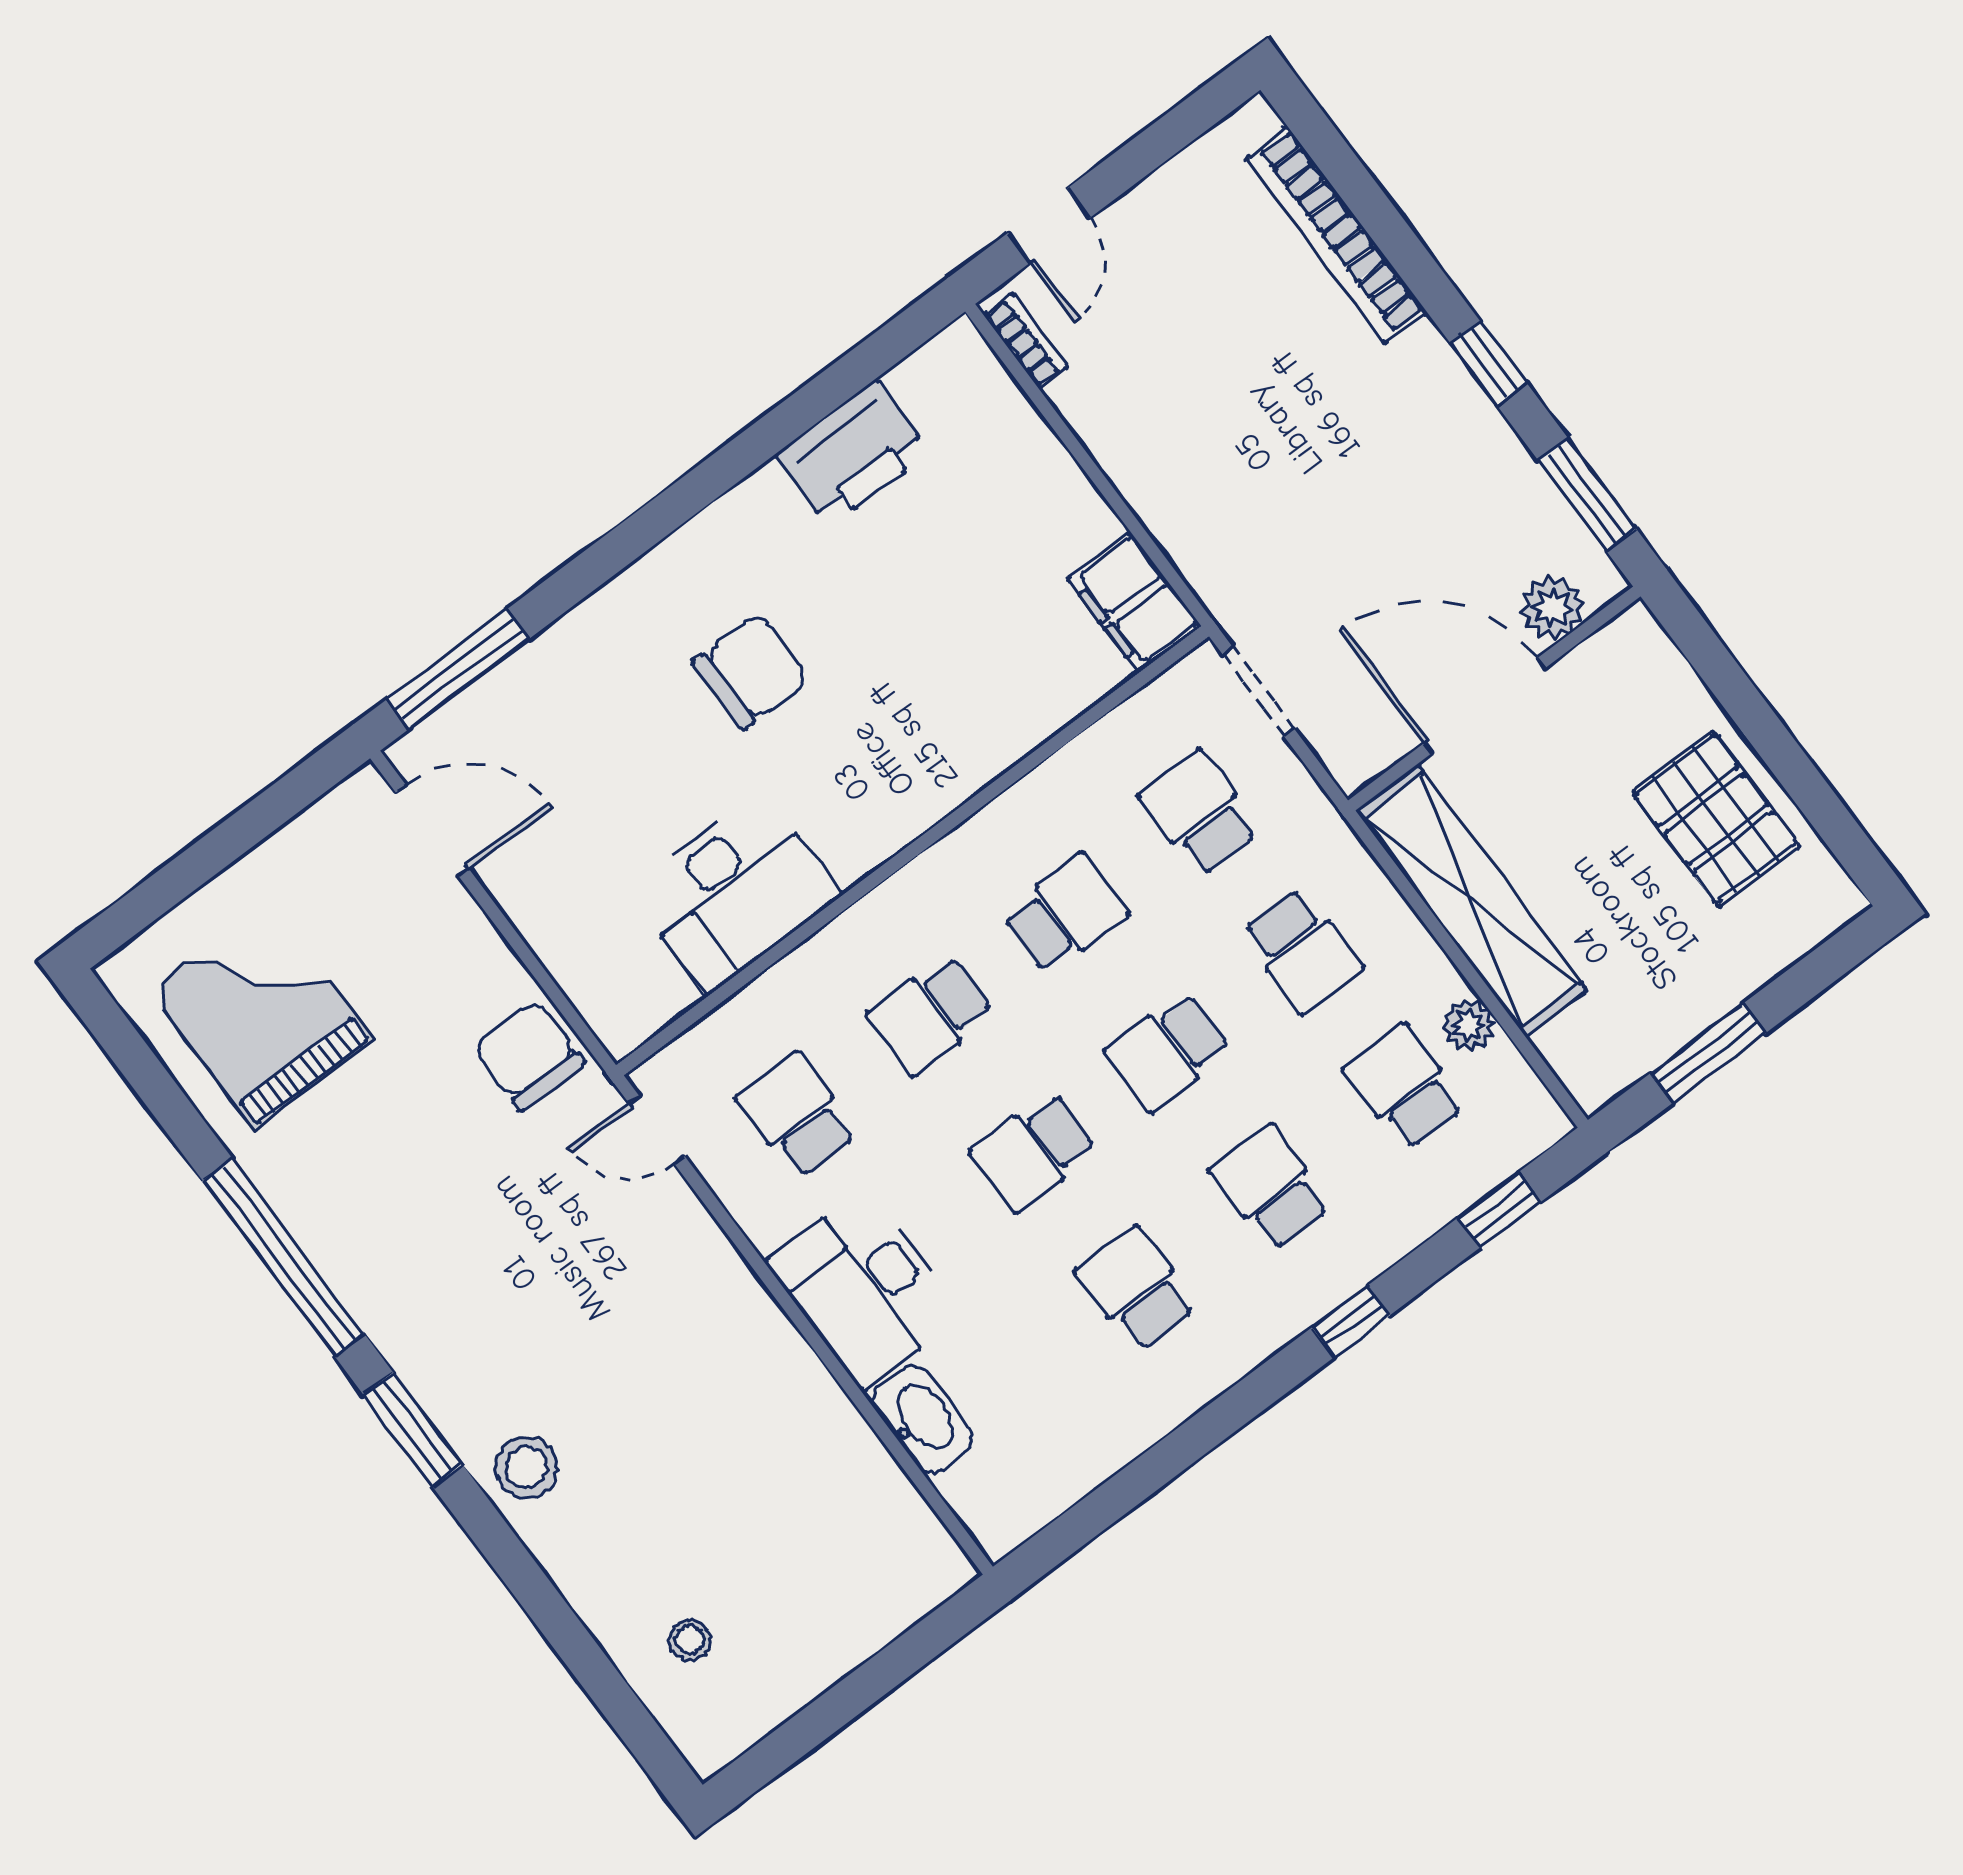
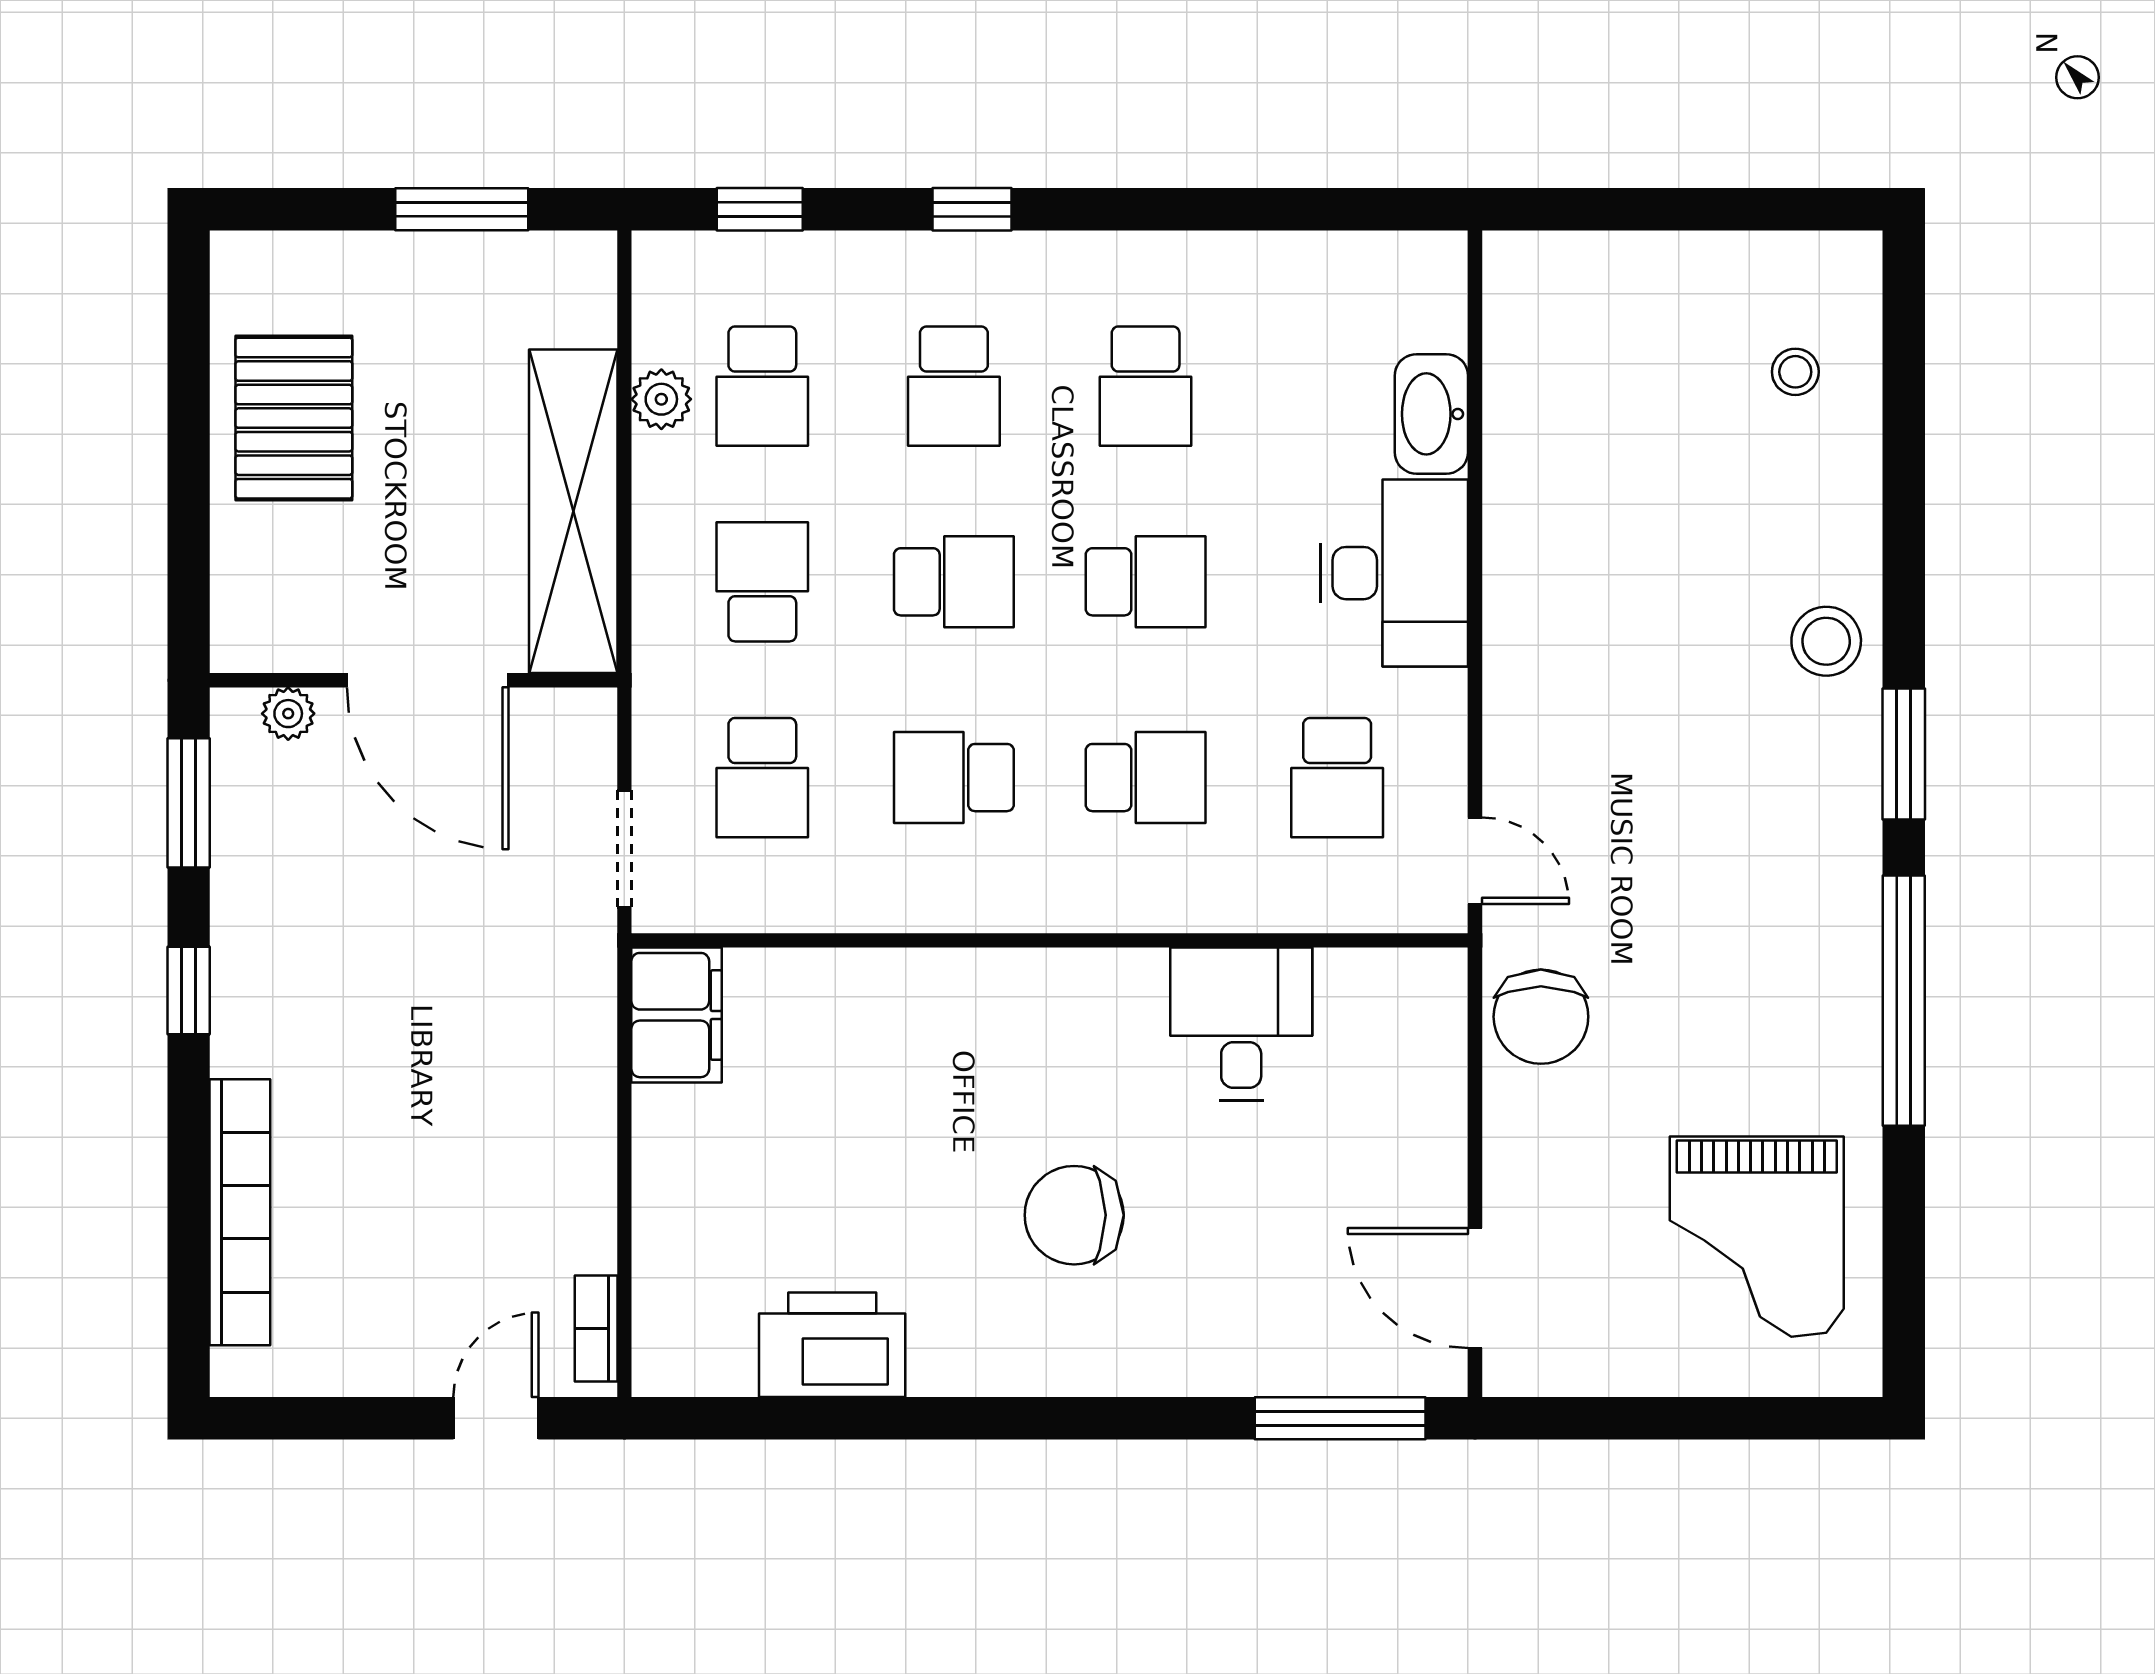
plant: (1552, 608) -> (288, 714), width x0.73, depth x0.73
desk: (735, 893) -> (1241, 1024), width x0.73

